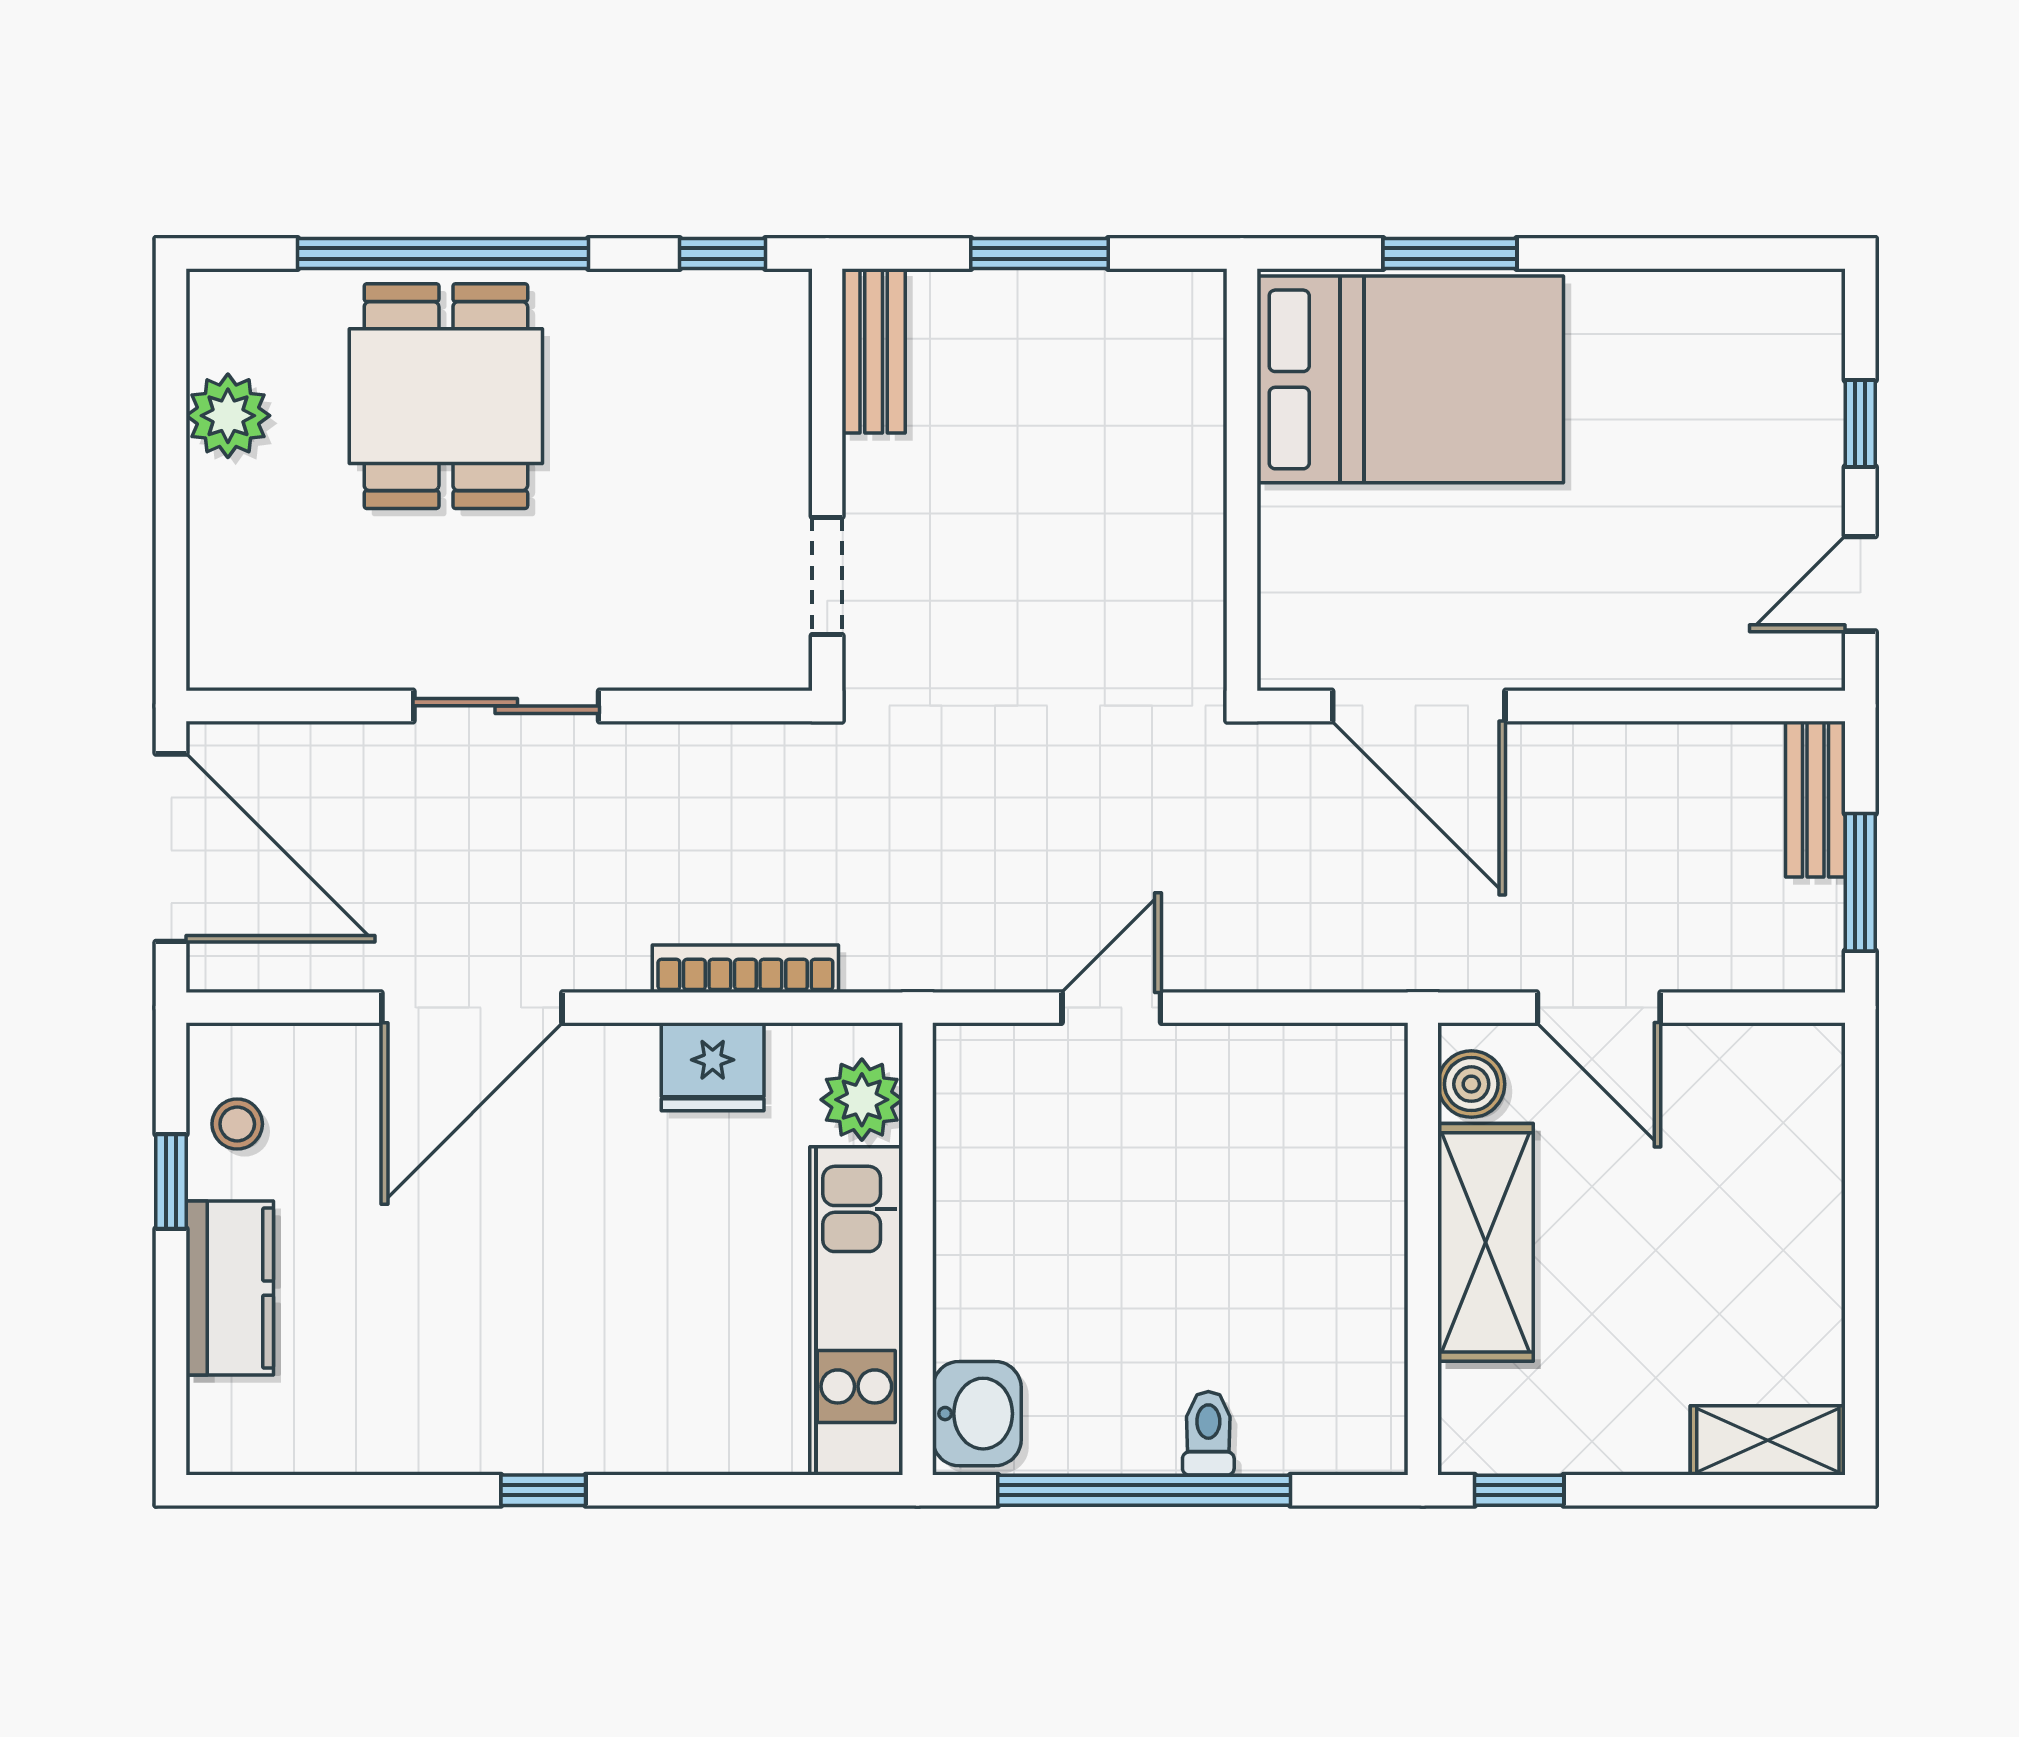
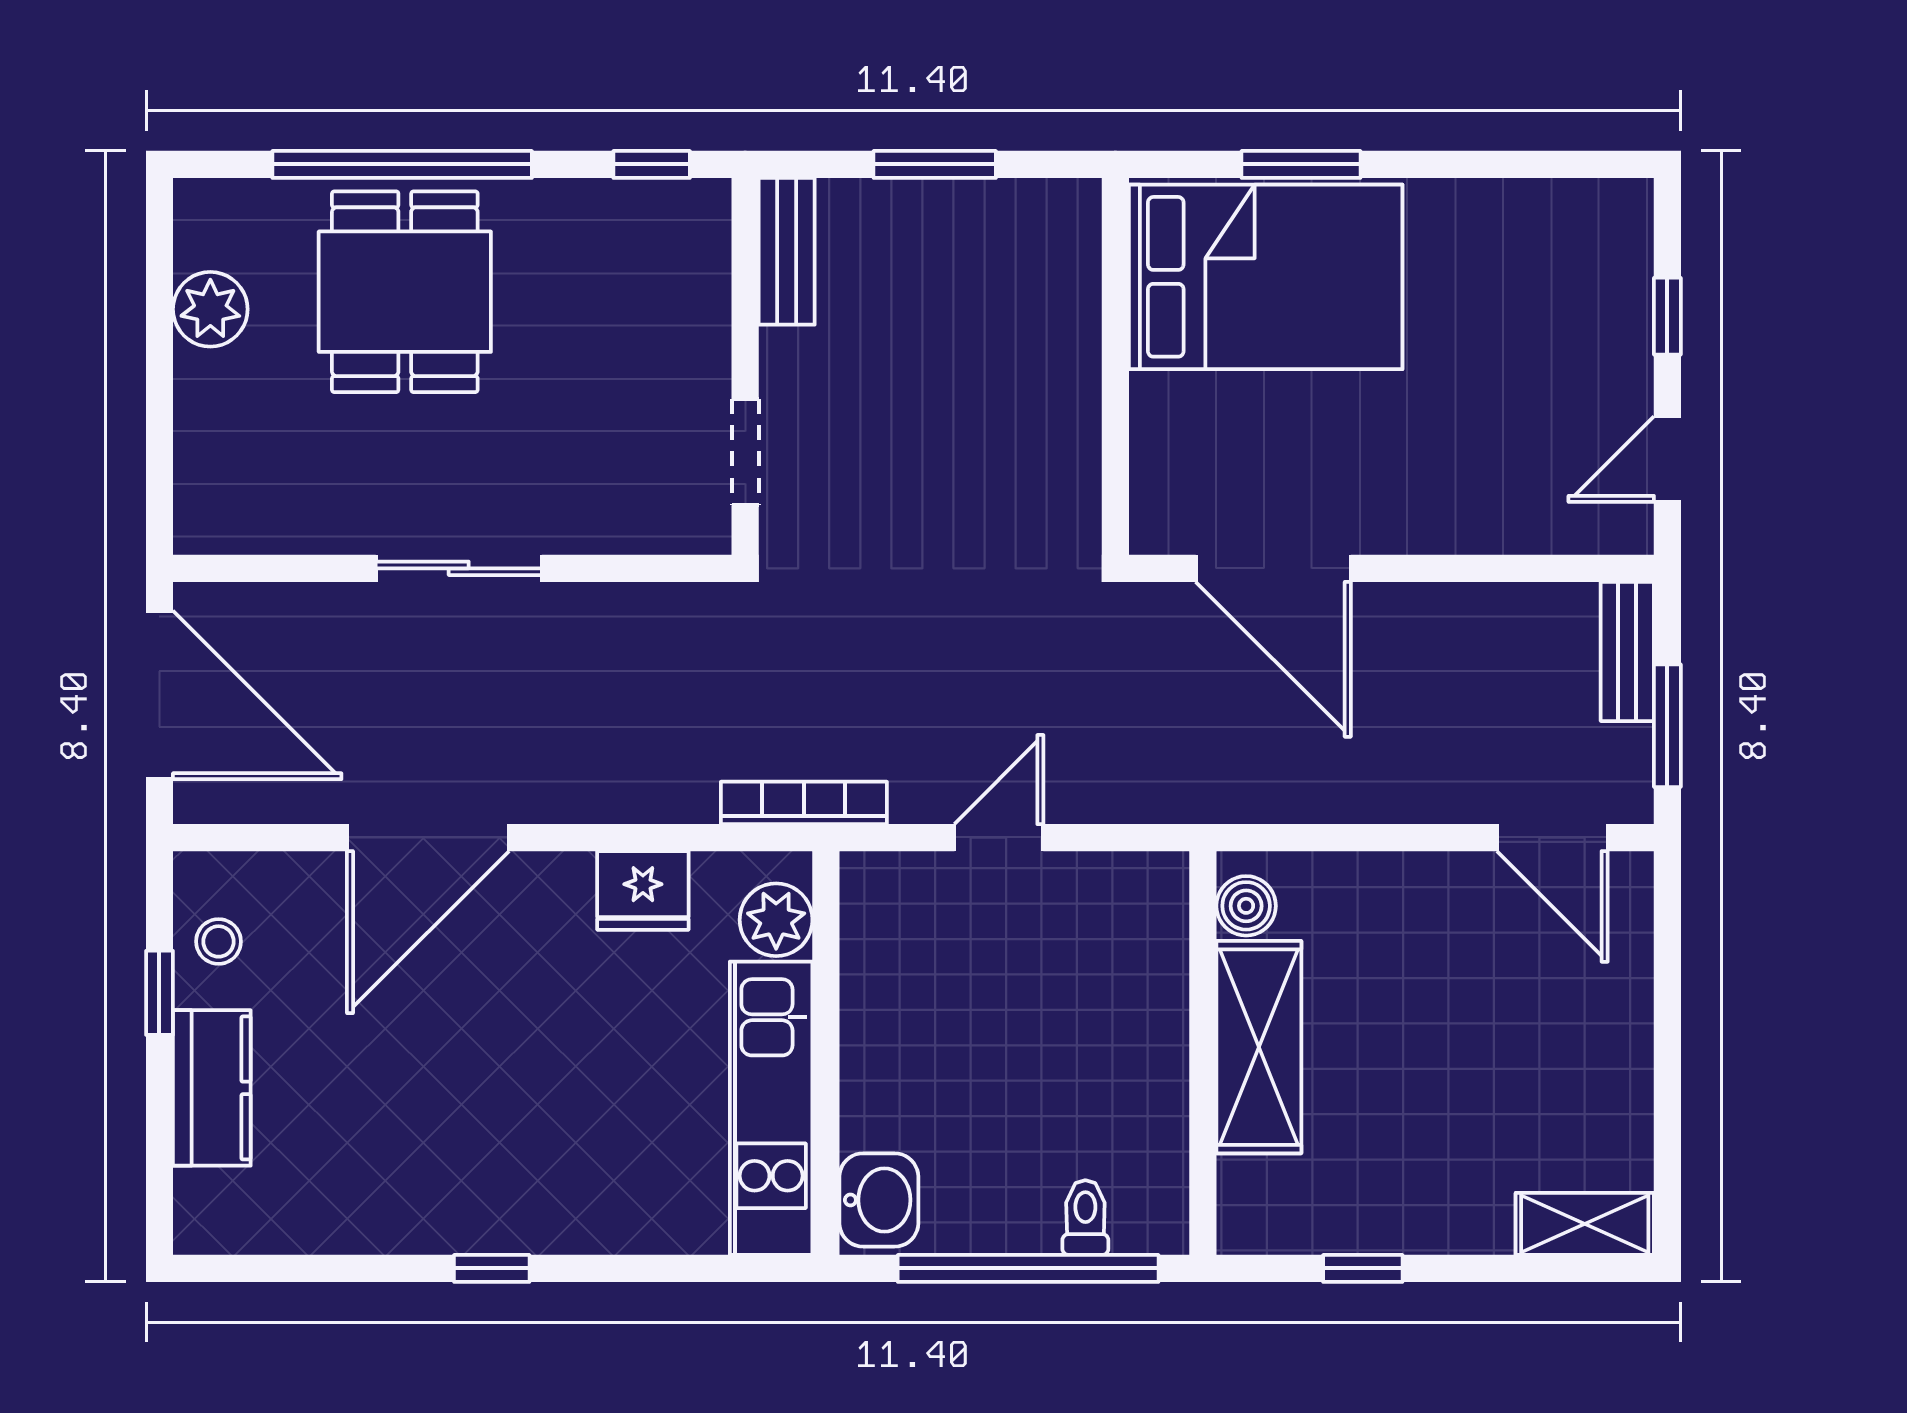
bookcase: (745, 969) -> (804, 803), moved
door: (1599, 1008) -> (1552, 838), moved
boiler: (1471, 1084) -> (1246, 906), moved
shelving: (1486, 1242) -> (1259, 1047), moved
wall: (1423, 1249) -> (1203, 1053), moved

